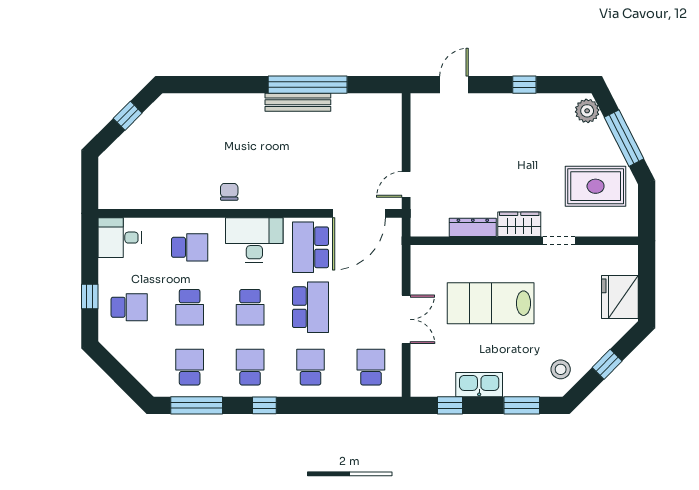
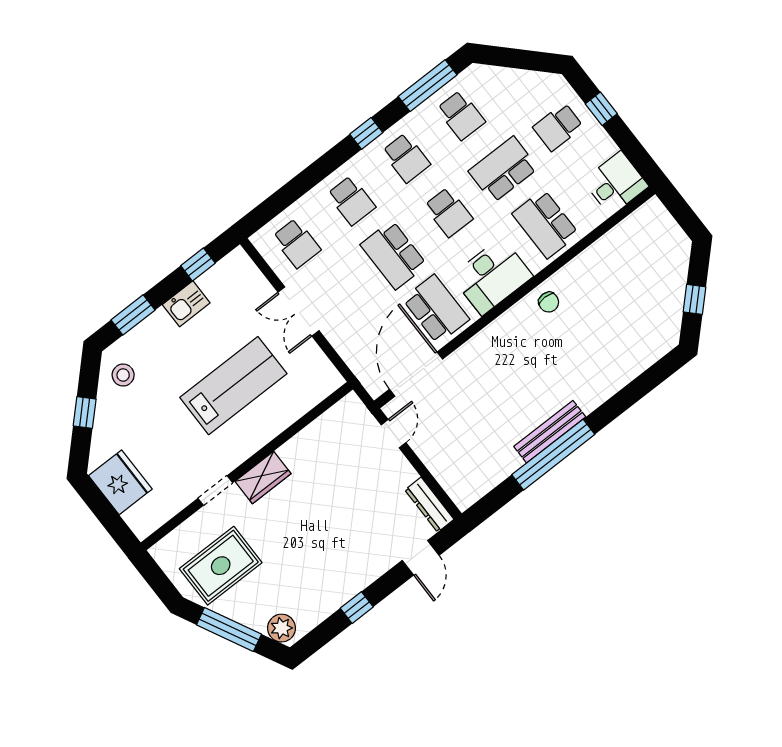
dresser: (473, 227) -> (429, 505), moved, turned 90
school desk: (190, 247) -> (546, 224), width x1.85
school desk: (190, 307) -> (503, 170), width x1.85
school desk: (250, 307) -> (448, 212), turned 180
kitchen sink: (479, 385) -> (186, 304), width x0.73

